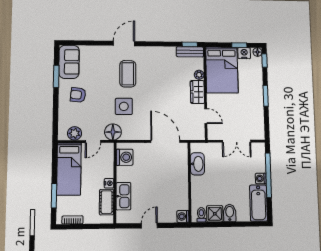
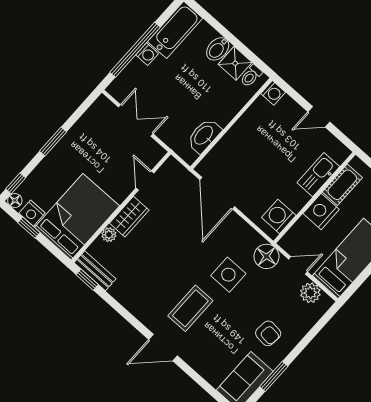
nightstand: (109, 183) -> (321, 211), width x1.89, depth x1.79

